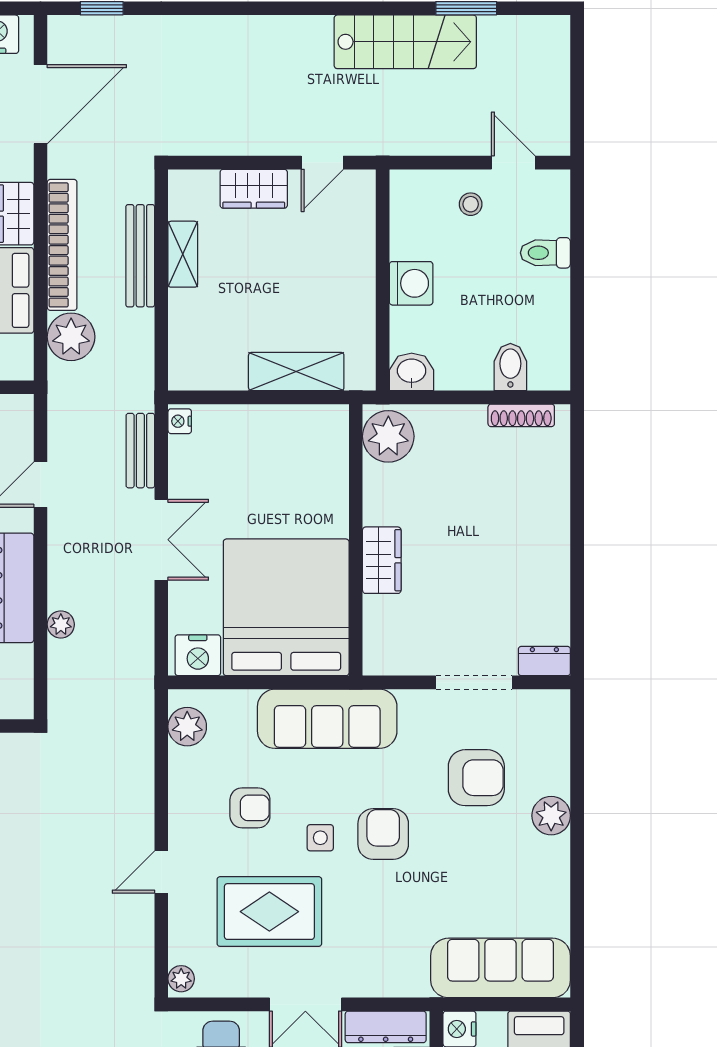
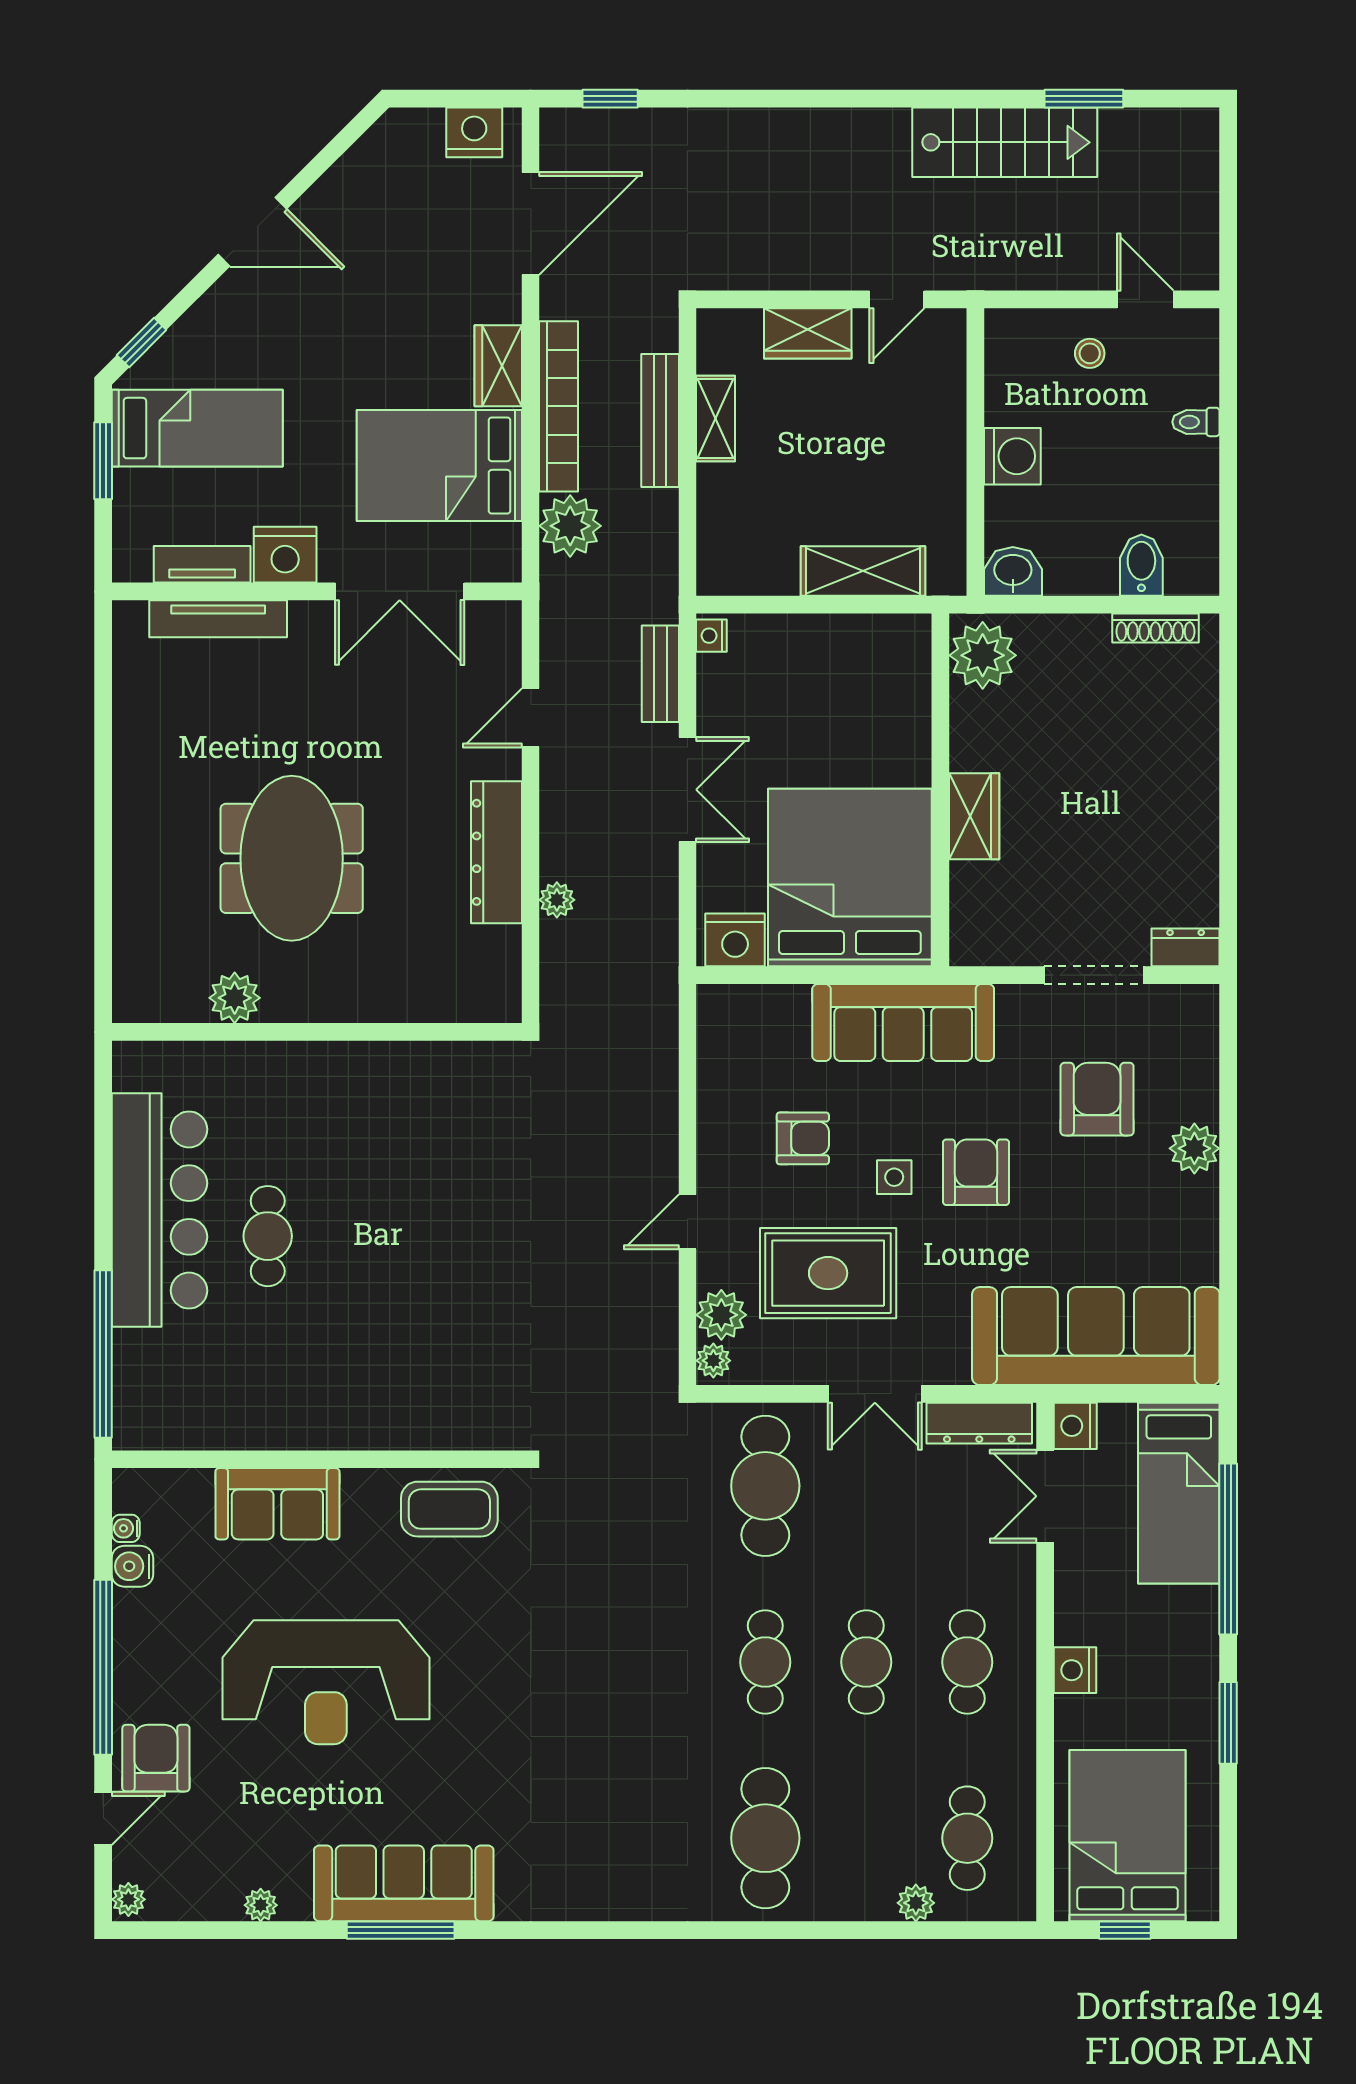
toilet: (545, 253) -> (1196, 422), width x0.73, depth x0.72
plant: (187, 727) -> (721, 1315), moved
armchair: (476, 778) -> (1097, 1099), turned -90
sofa: (501, 968) -> (1096, 1336), width x1.36, depth x1.27

